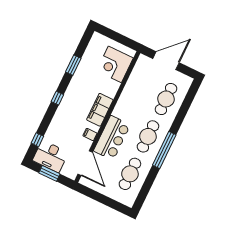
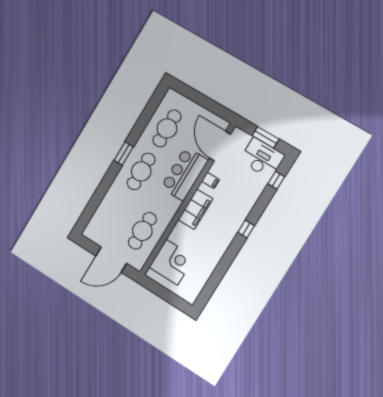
window: (73, 65) -> (222, 267), removed
cafe table: (166, 99) -> (142, 231), moved
window: (164, 150) -> (124, 153), width x0.47

